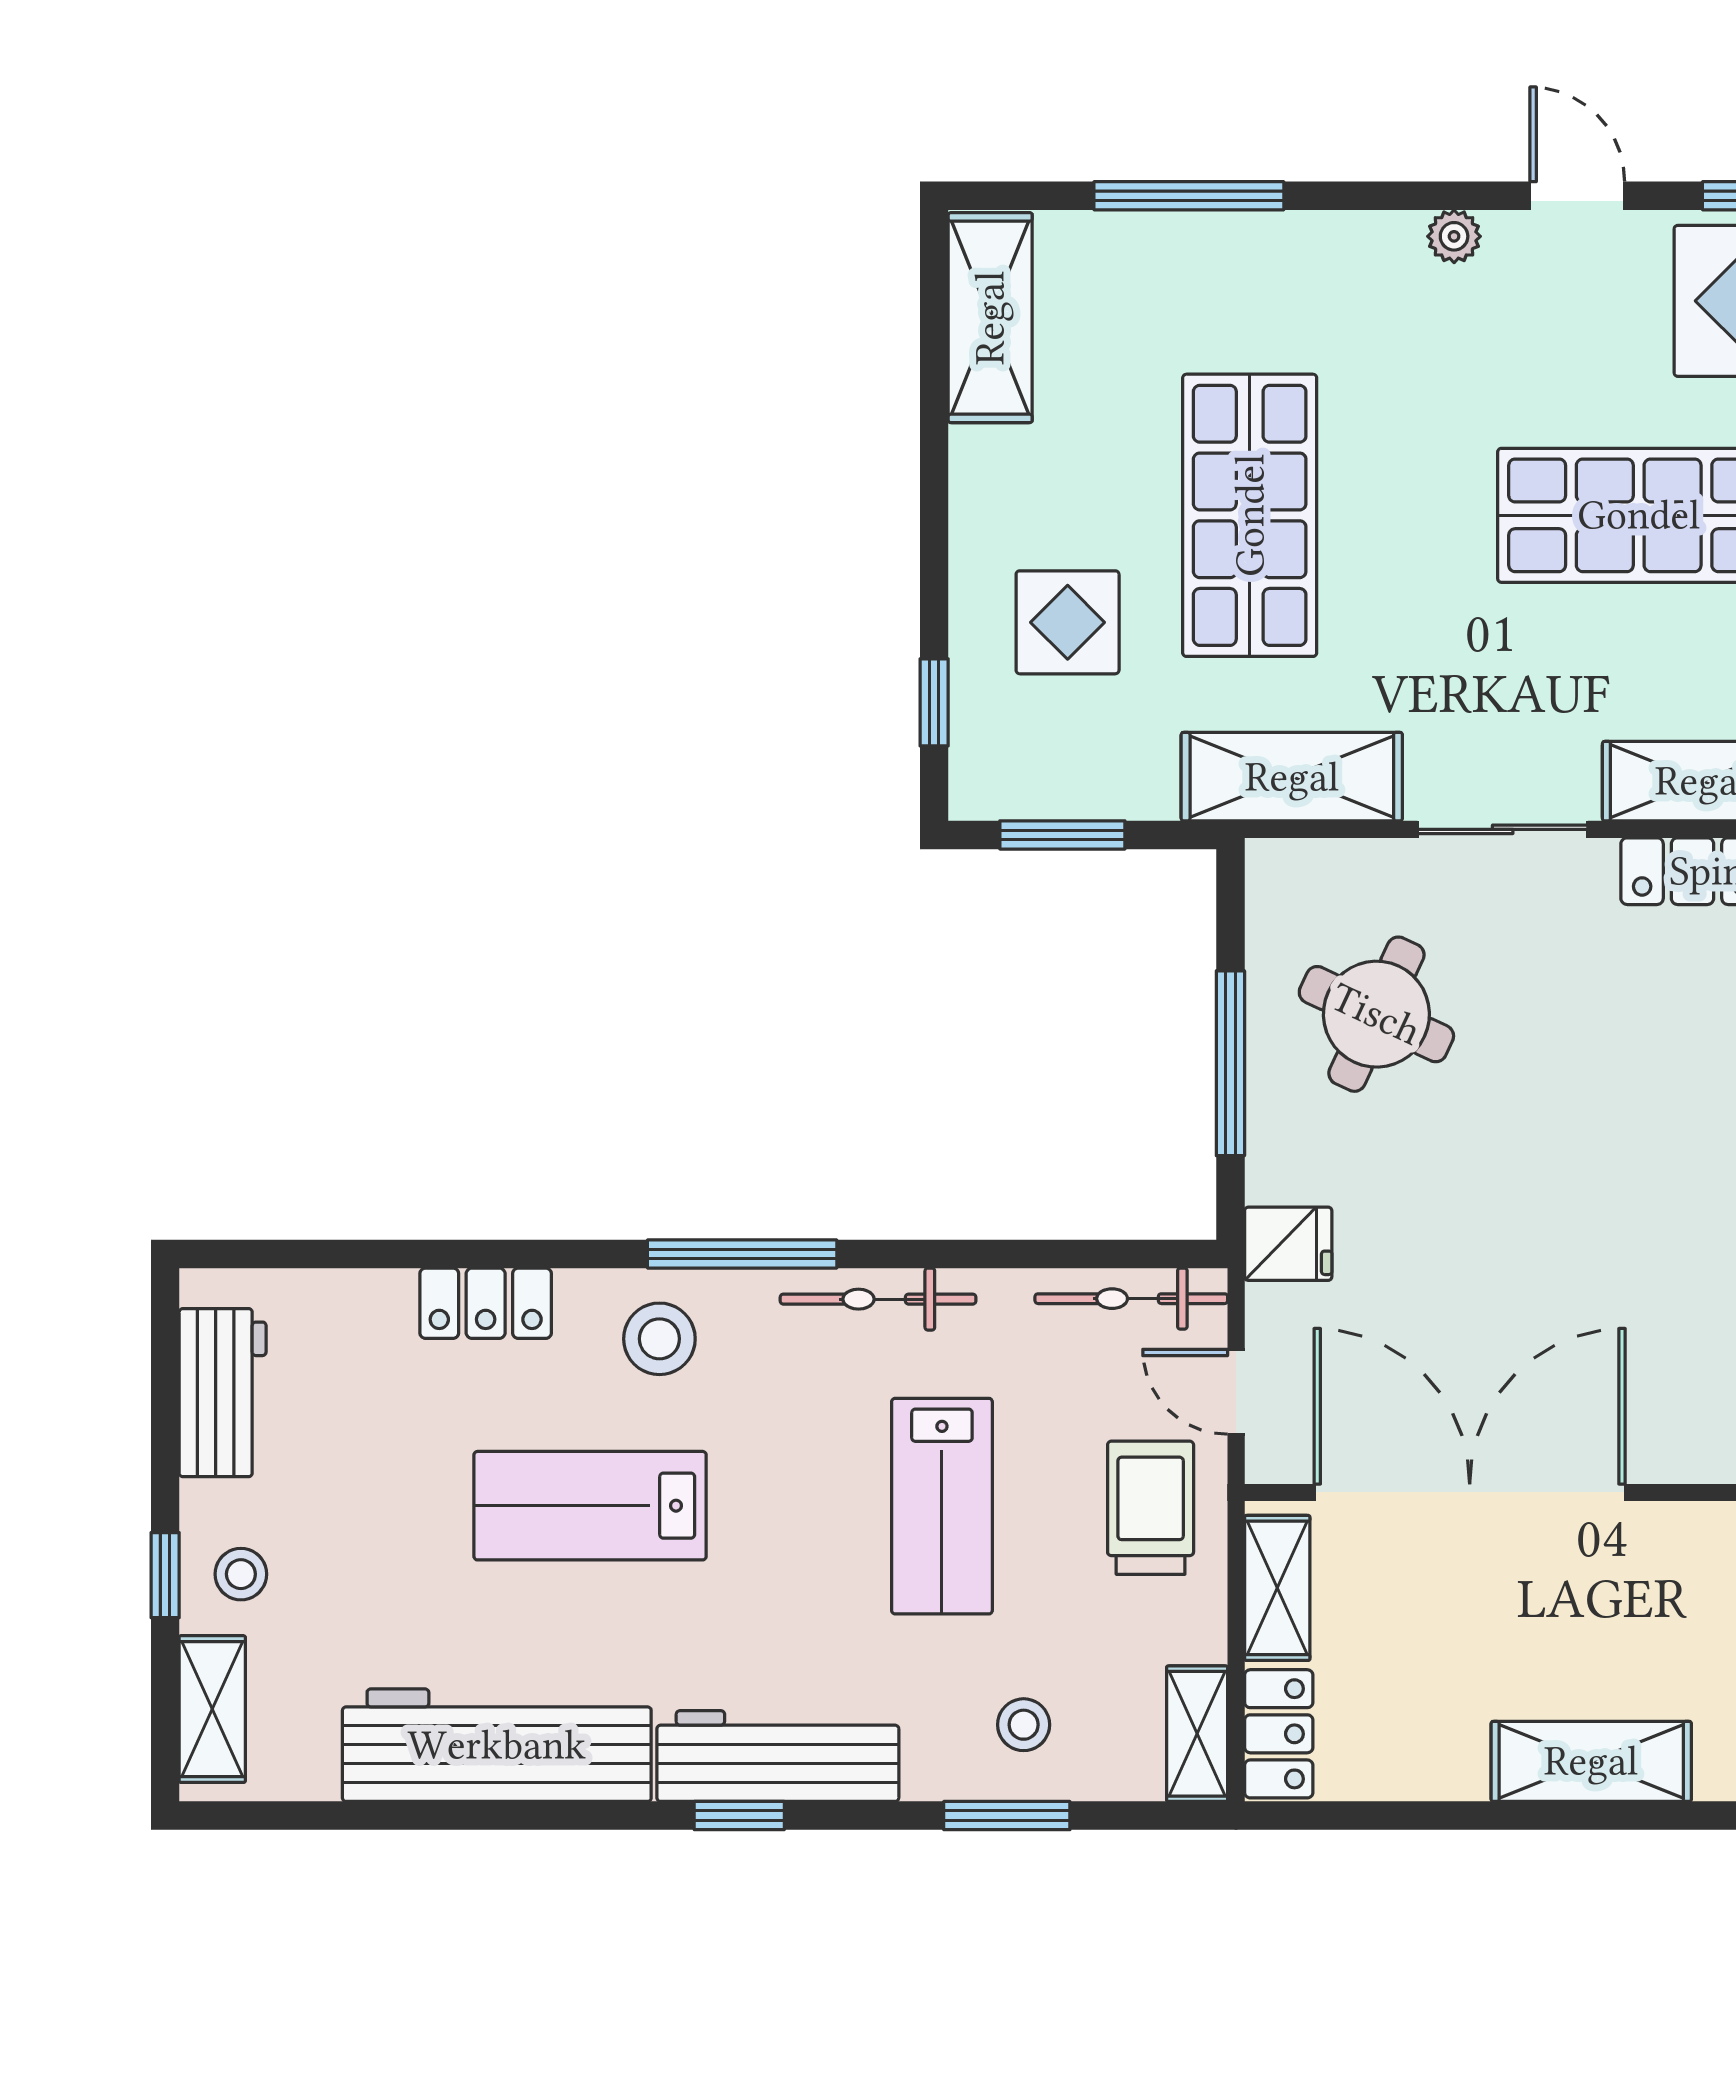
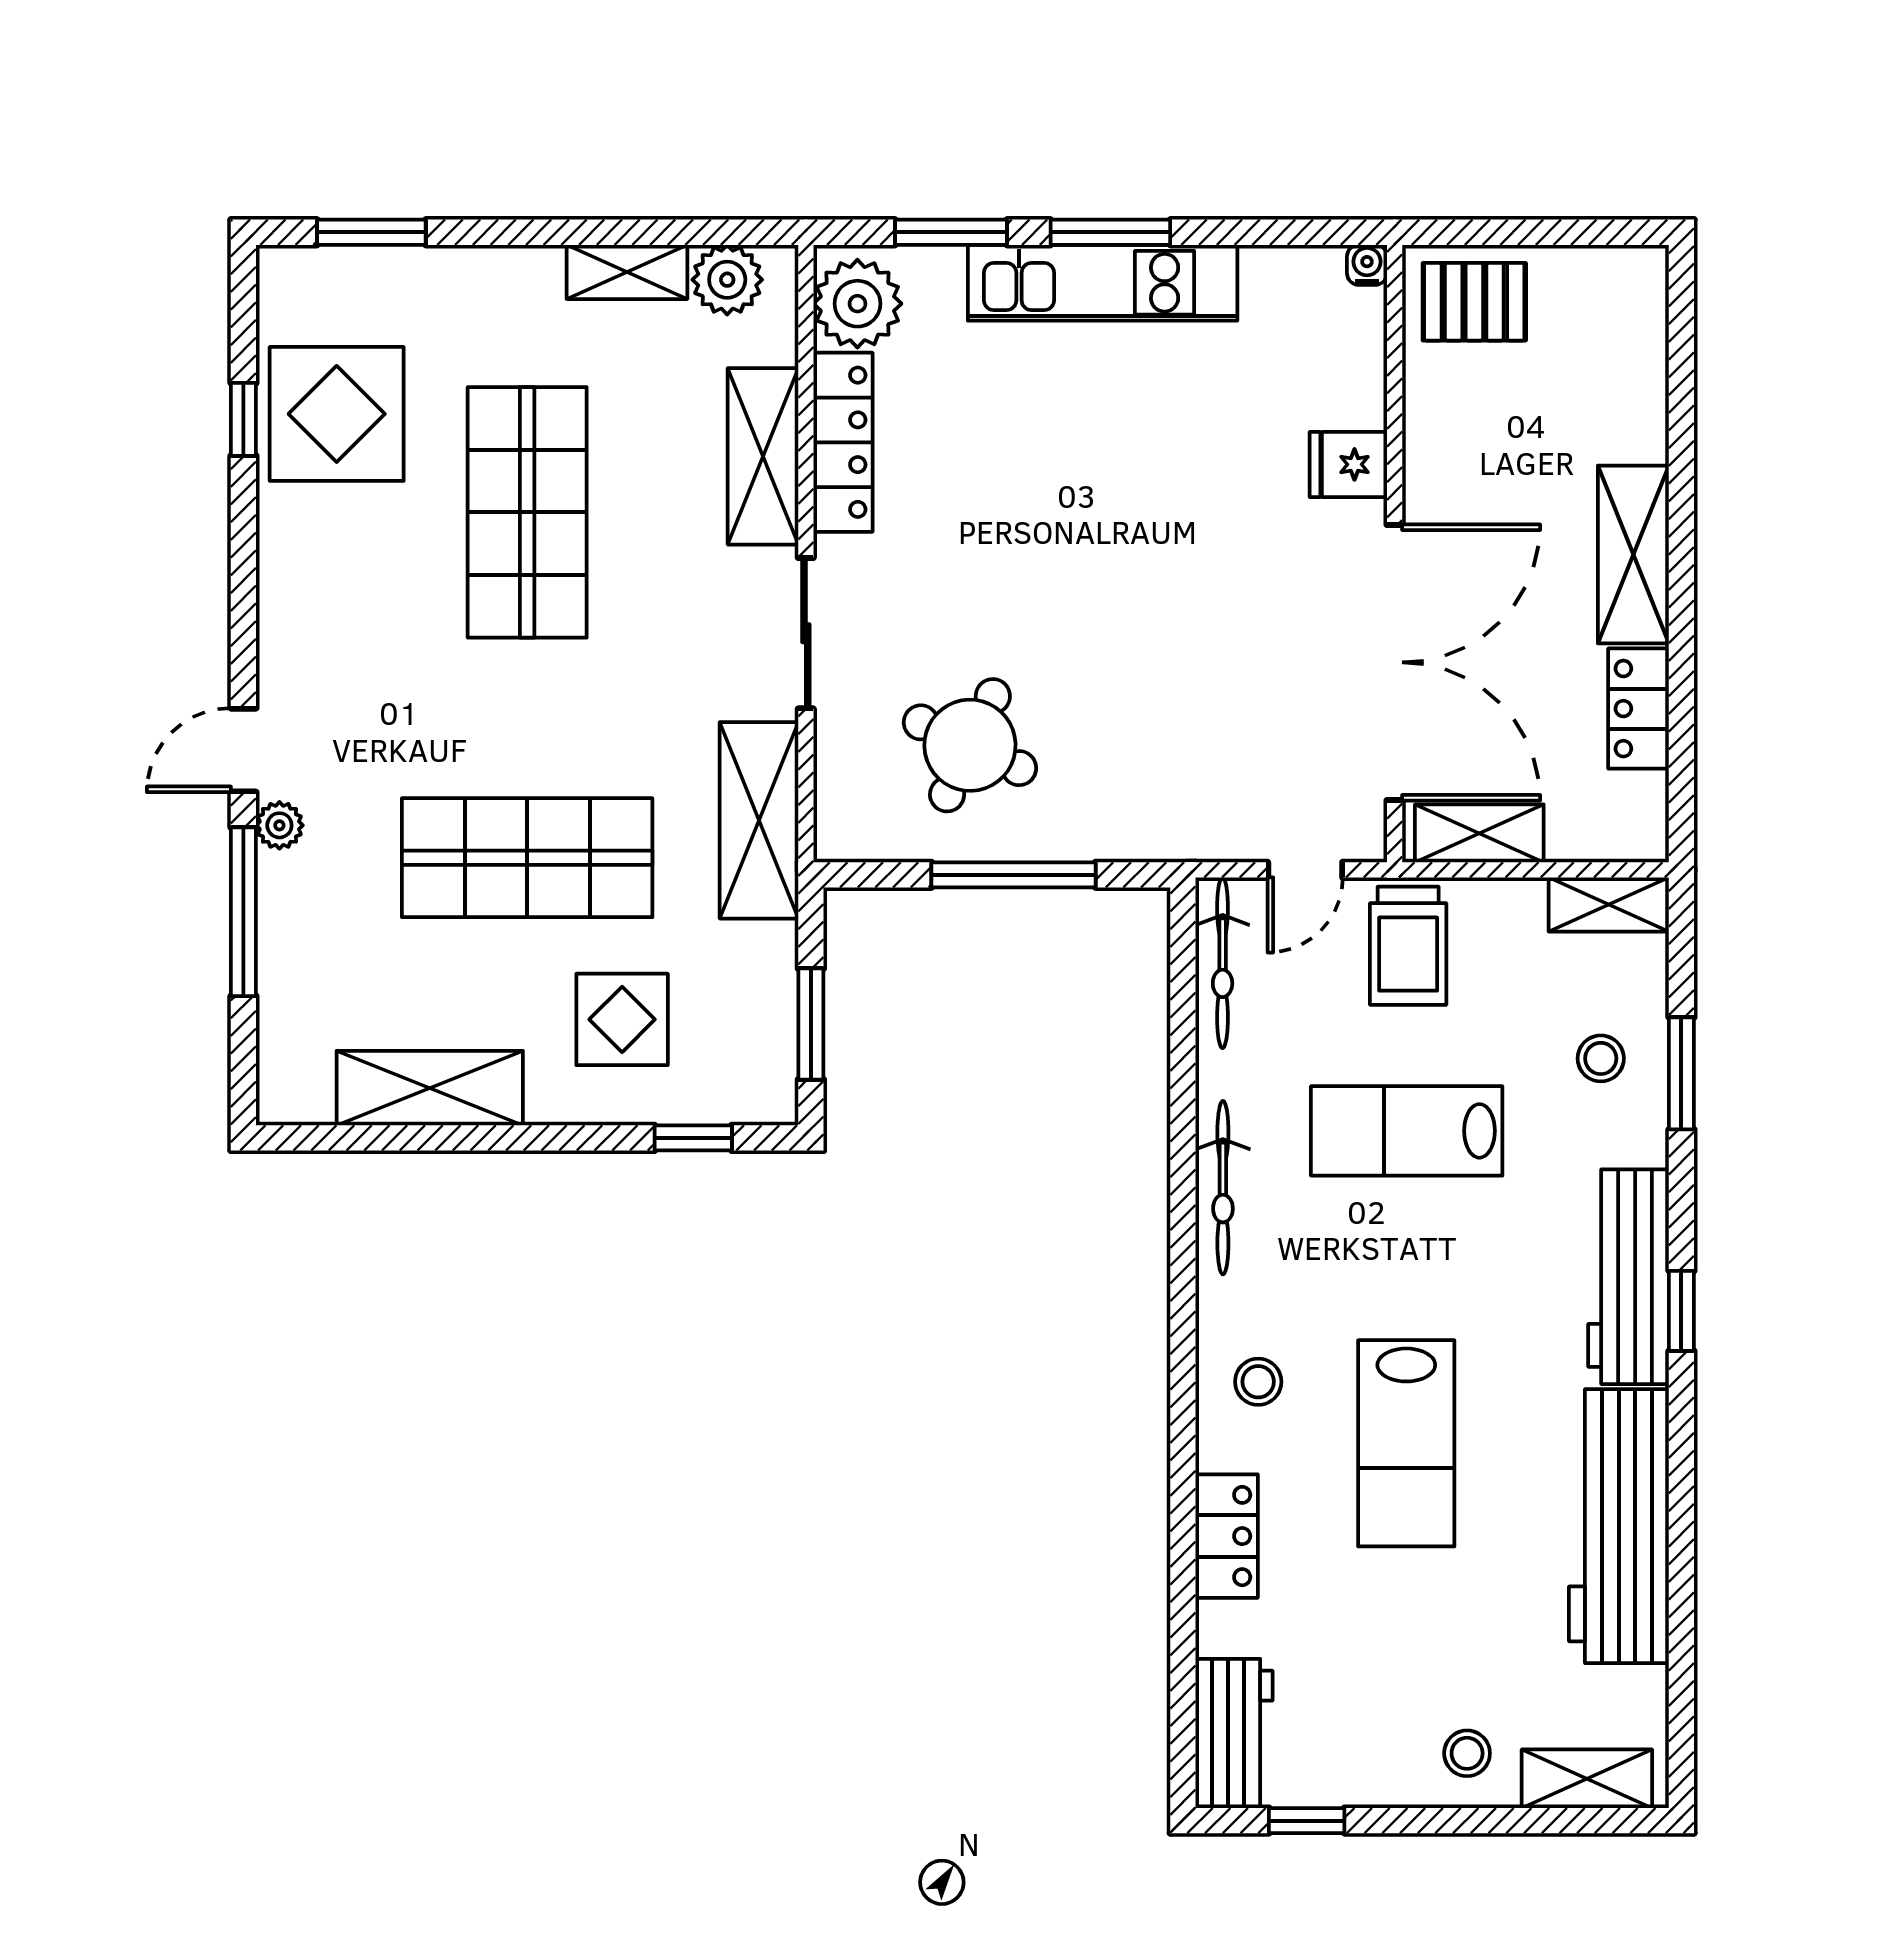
door: (1577, 196) -> (243, 750), moved
plant: (1454, 236) -> (279, 825), moved
shelving: (990, 318) -> (430, 1088), moved
fridge: (1288, 1244) -> (1348, 464), moved, turned -90
window: (742, 1254) -> (1183, 1308), removed
stool: (659, 1339) -> (1258, 1382), width x0.73, depth x0.73
workbench: (223, 1393) -> (1234, 1733), moved, turned 90
double door: (1470, 1492) -> (1395, 662), swing flipped
lab bench: (942, 1506) -> (1407, 1131), turned 180
trolley: (1151, 1508) -> (1408, 946), turned -90
window: (165, 1575) -> (1307, 1821), moved
locker: (1279, 1734) -> (1639, 709), moved, turned -90

